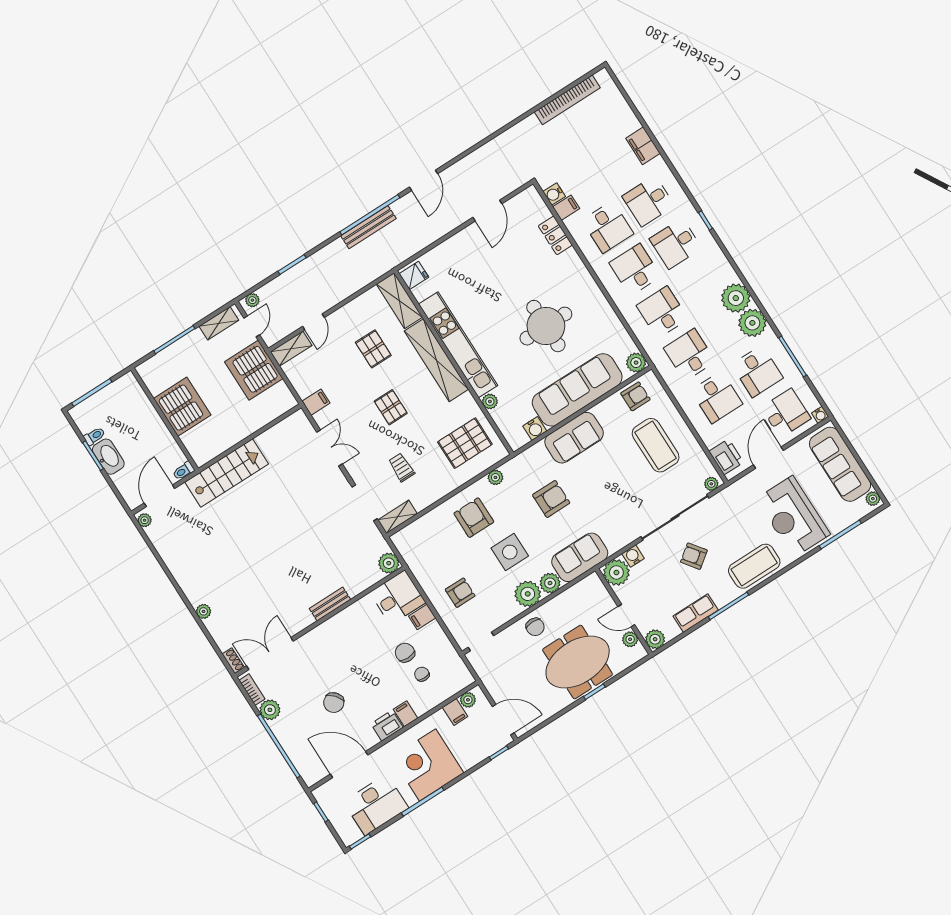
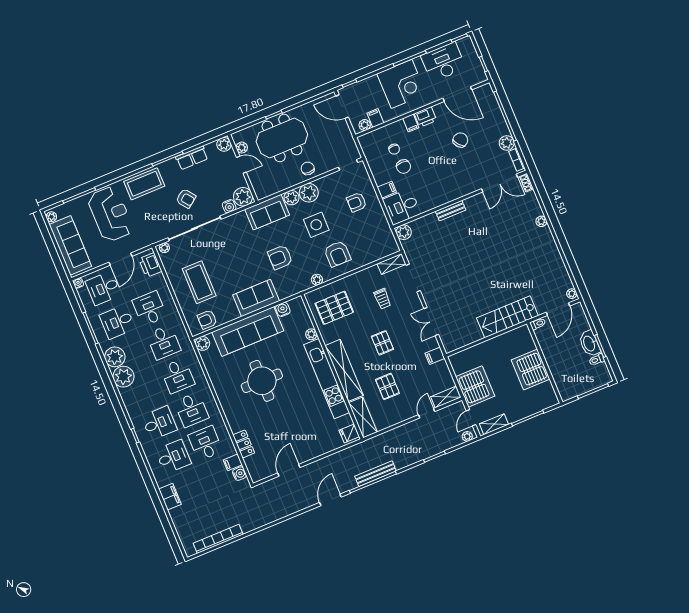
desk: (757, 371) -> (117, 322), turned -90

